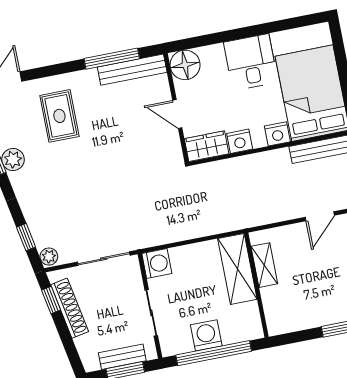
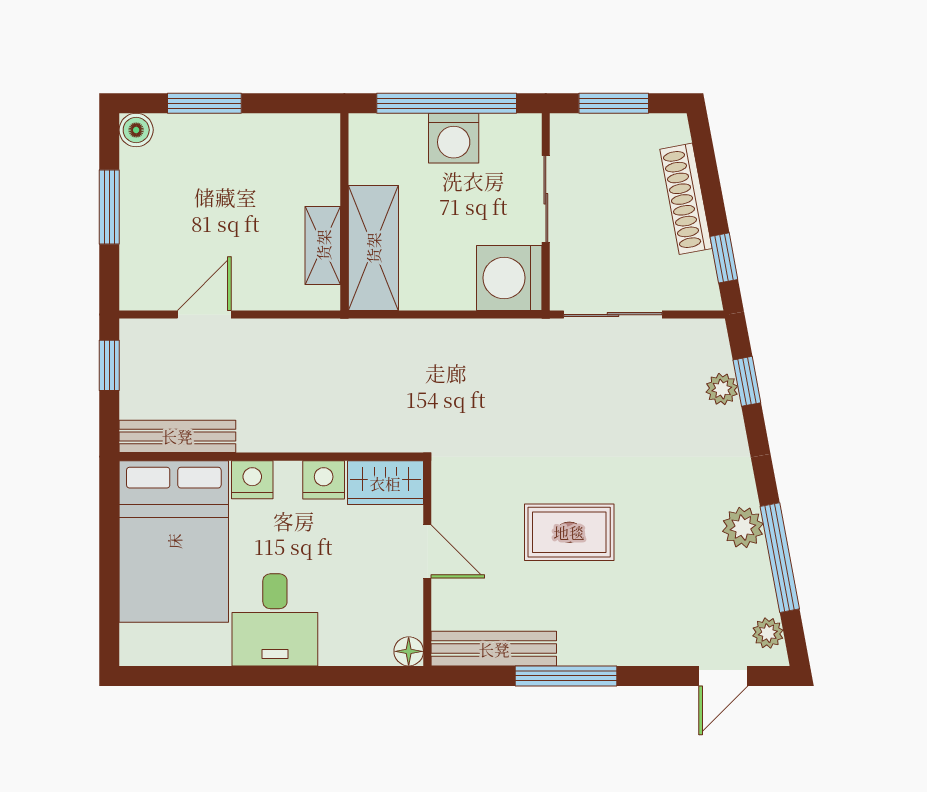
window: (112, 59) -> (566, 676), moved
floor lamp: (185, 65) -> (409, 651), width x0.53, depth x0.53
rug: (59, 116) -> (569, 532), moved, turned 90
plant: (49, 257) -> (722, 389), moved
washing machine: (157, 263) -> (509, 278), width x1.37, depth x1.37
shoe rack: (70, 308) -> (686, 199), moved
bench: (122, 357) -> (614, 129), removed

